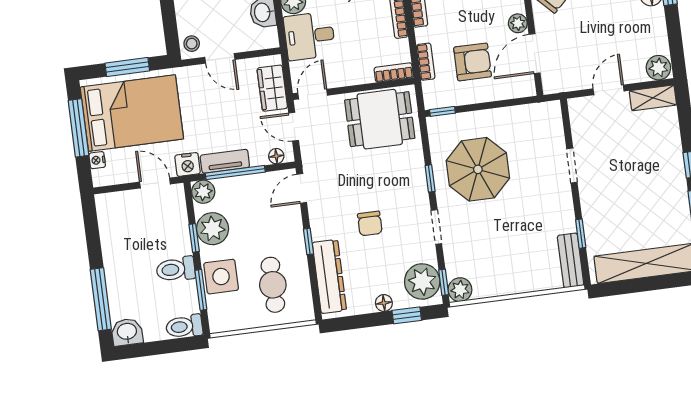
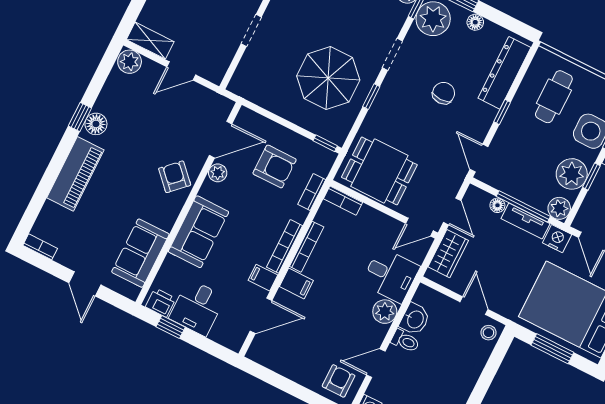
armchair: (473, 62) -> (275, 166), turned 180
floor lamp: (276, 156) -> (497, 205), moved
door: (302, 188) -> (479, 158), swing flipped

